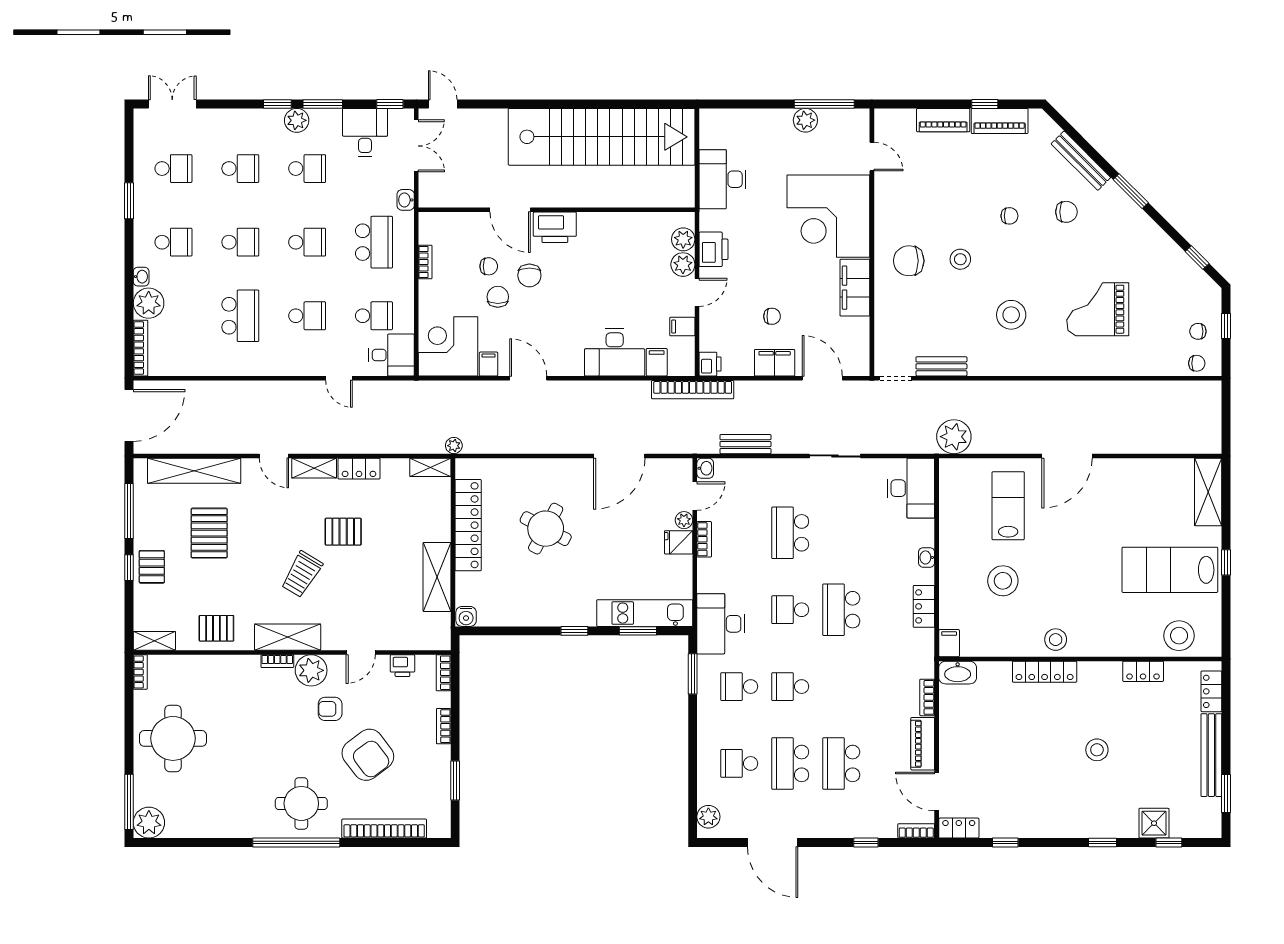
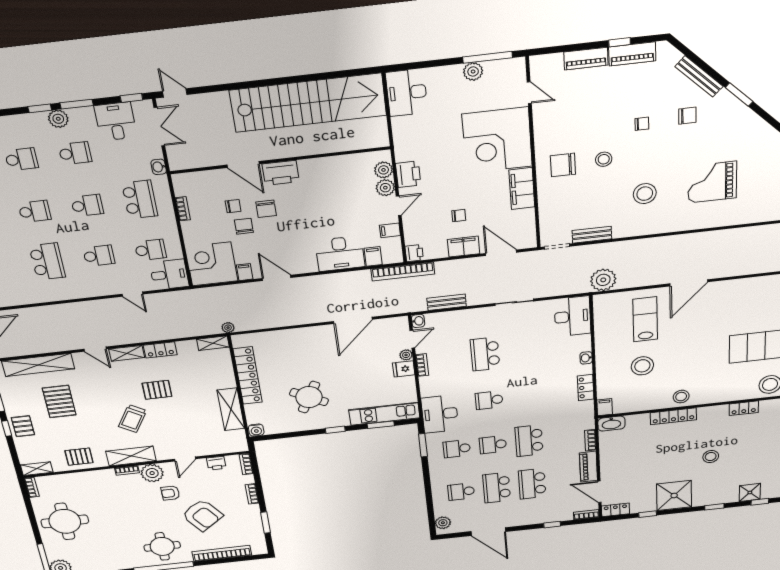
desk: (722, 179) -> (407, 93), moved
round table: (546, 529) -> (309, 397), moved
school desk: (841, 610) -> (529, 441), moved
shower: (1044, 813) -> (674, 495), added

